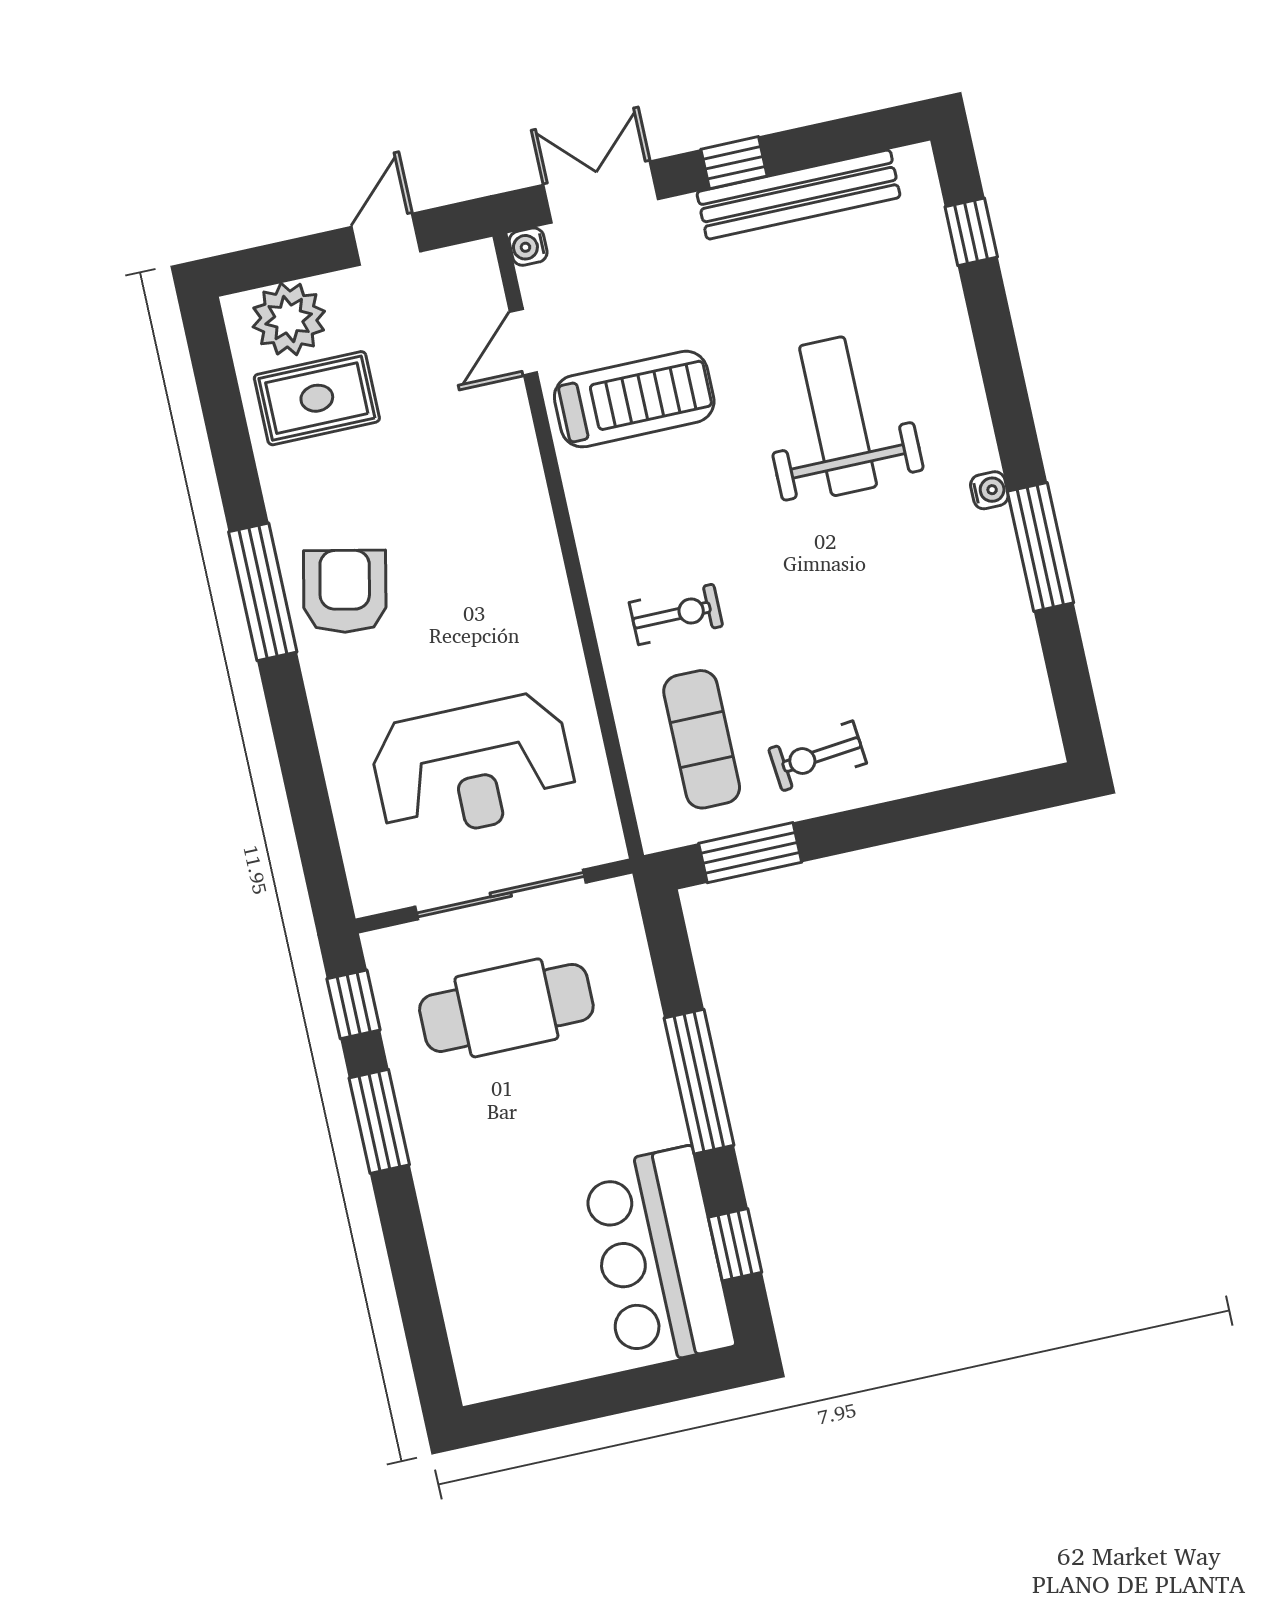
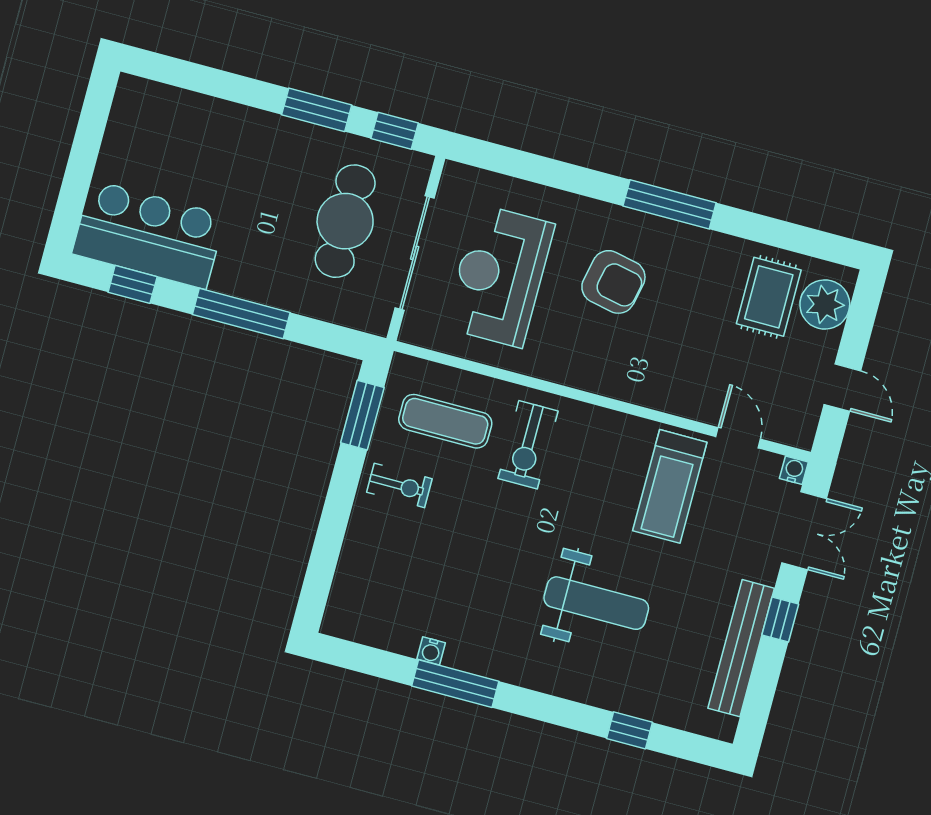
window: (971, 232) -> (630, 730), moved
water cooler: (989, 490) -> (431, 651), moved
armchair: (345, 591) -> (613, 282), moved
exercise bike: (676, 614) -> (528, 445), width x1.38, depth x1.39
exercise bike: (818, 756) -> (399, 485), turned 96

